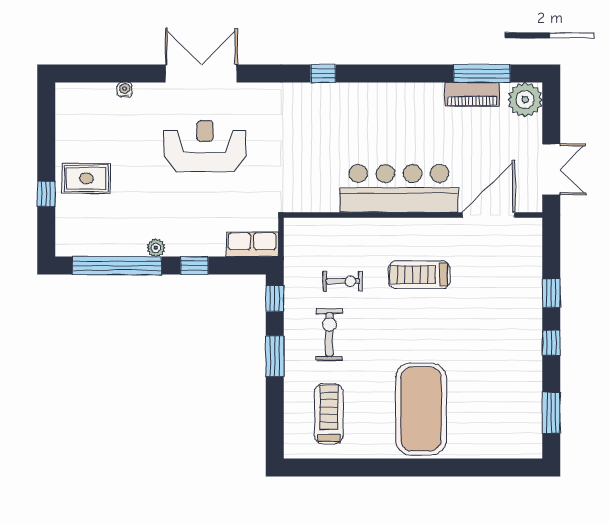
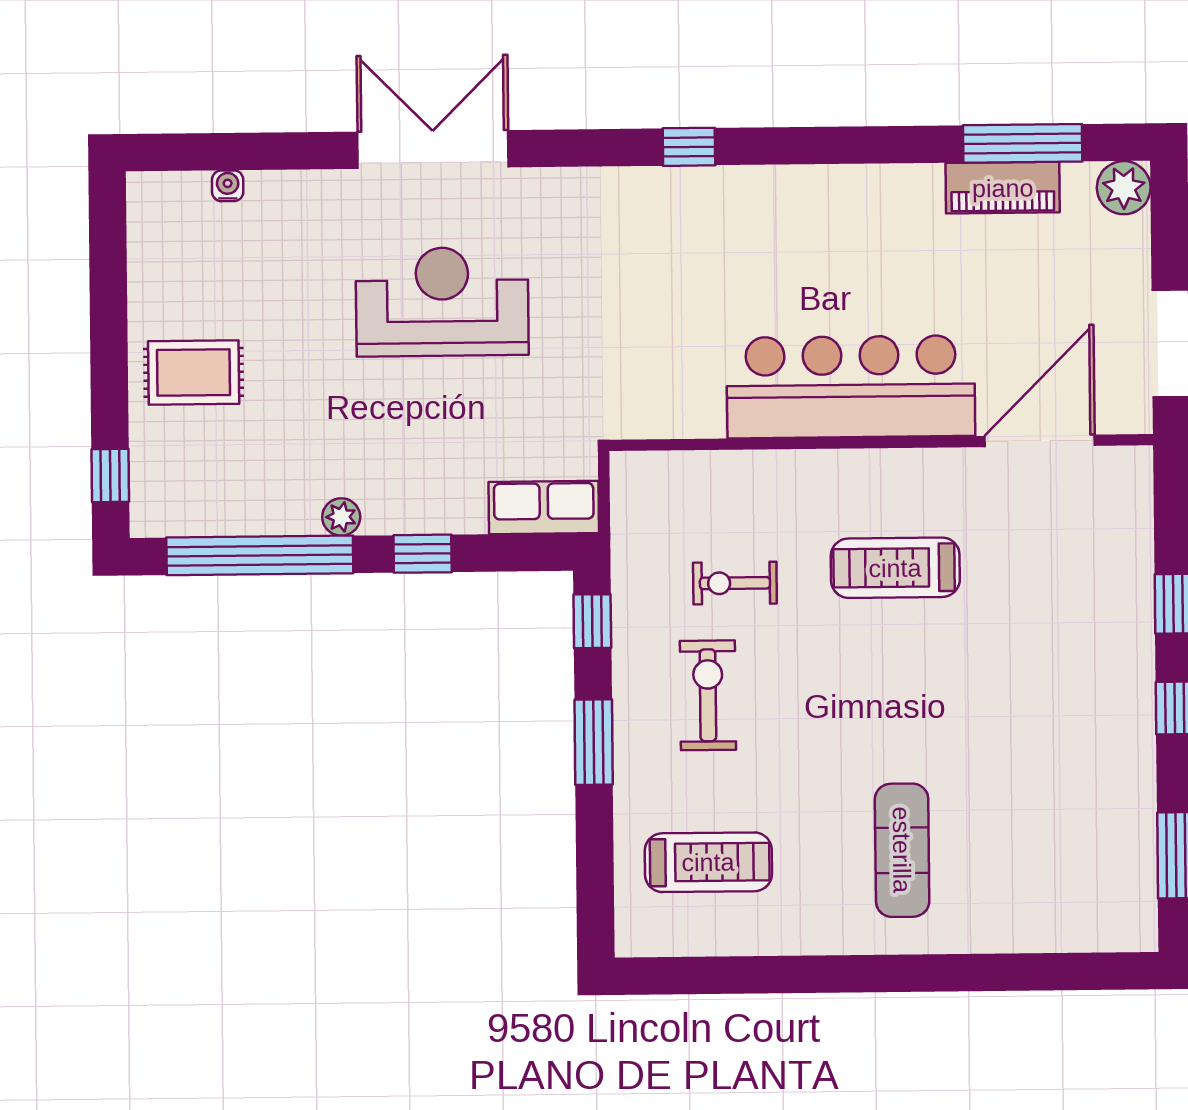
water cooler: (125, 90) -> (228, 186), moved
plant: (525, 100) -> (1124, 188), width x0.73, depth x0.73
window: (46, 194) -> (110, 476), moved
exercise bike: (343, 281) -> (735, 583), turned 180
exercise mat: (421, 409) -> (902, 850), width x0.50, depth x0.69
treadmill: (329, 414) -> (708, 862), turned 90

